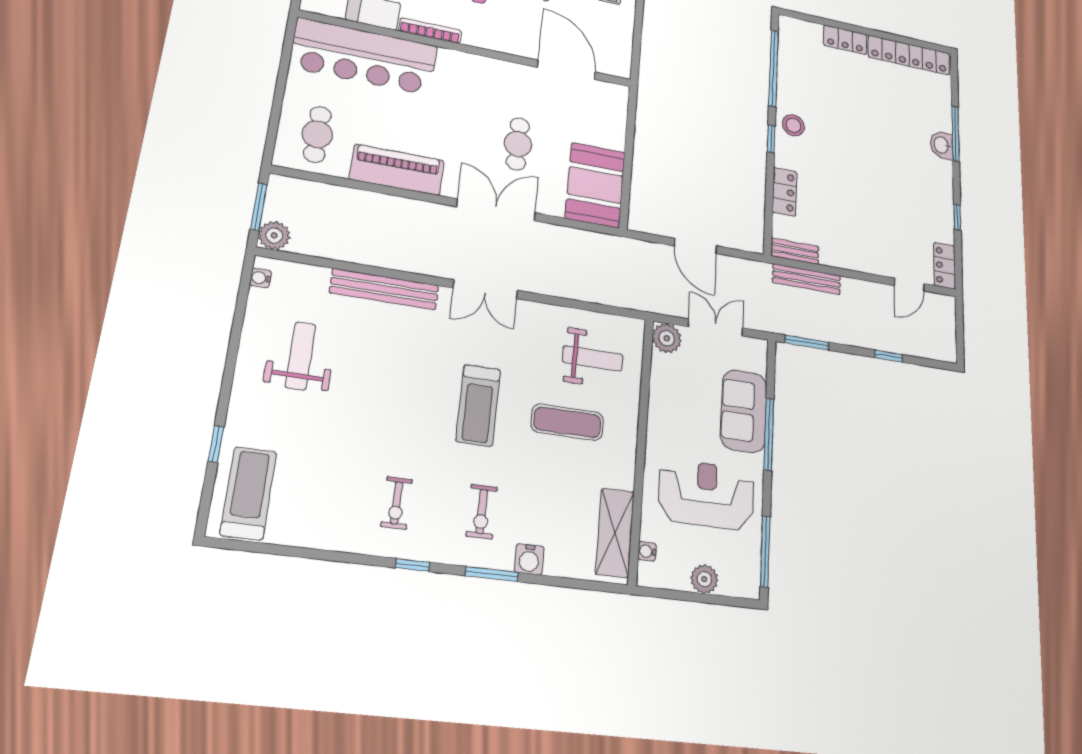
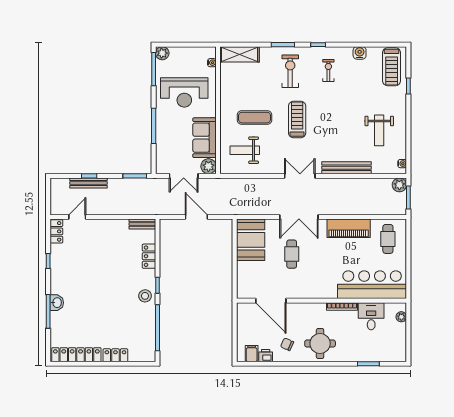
bench: (807, 279) -> (88, 183), moved
sofa: (744, 411) -> (204, 138), moved, turned 180
exercise bike: (482, 512) -> (290, 71), width x1.38, depth x1.39
shelving: (615, 533) -> (240, 54), moved, turned 90
water cooler: (529, 559) -> (360, 53), moved
plant: (704, 579) -> (162, 53), moved

